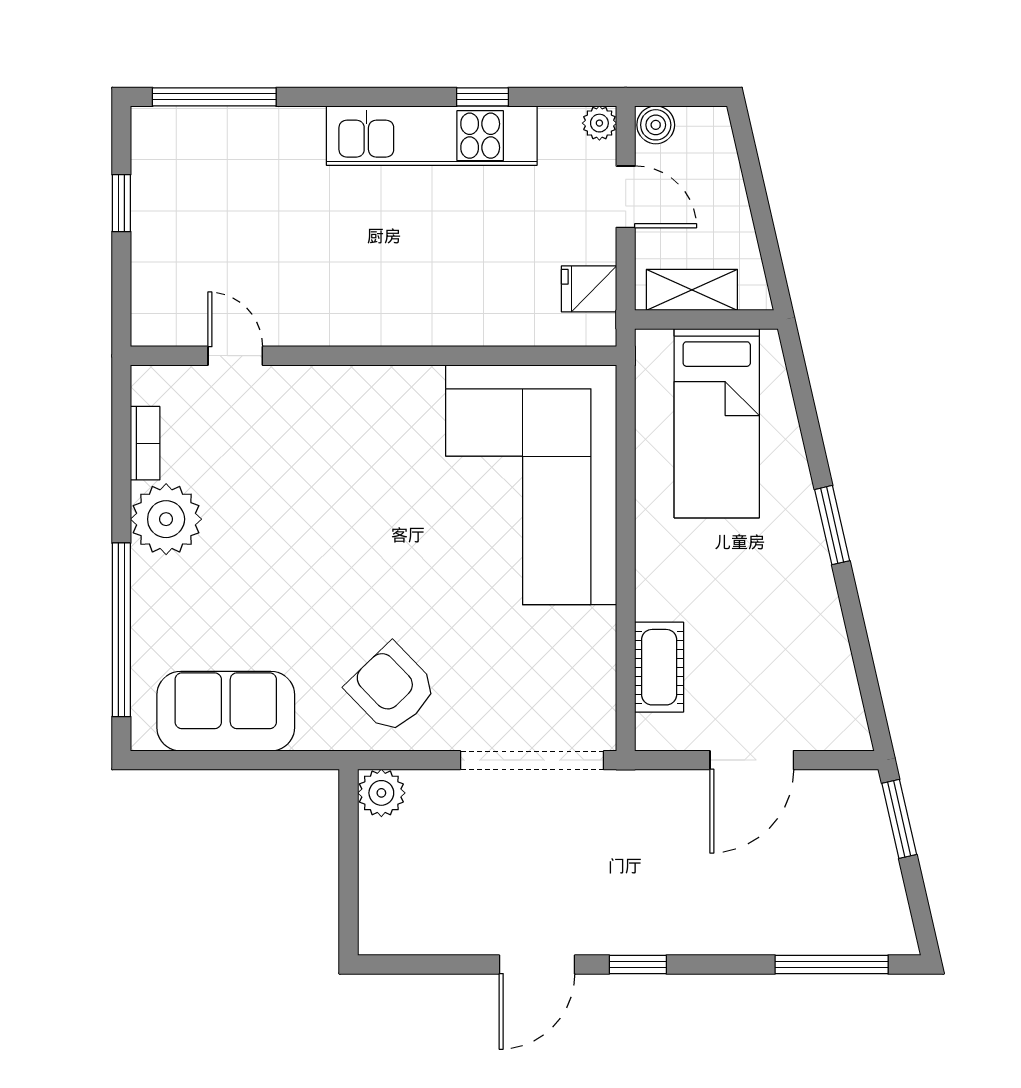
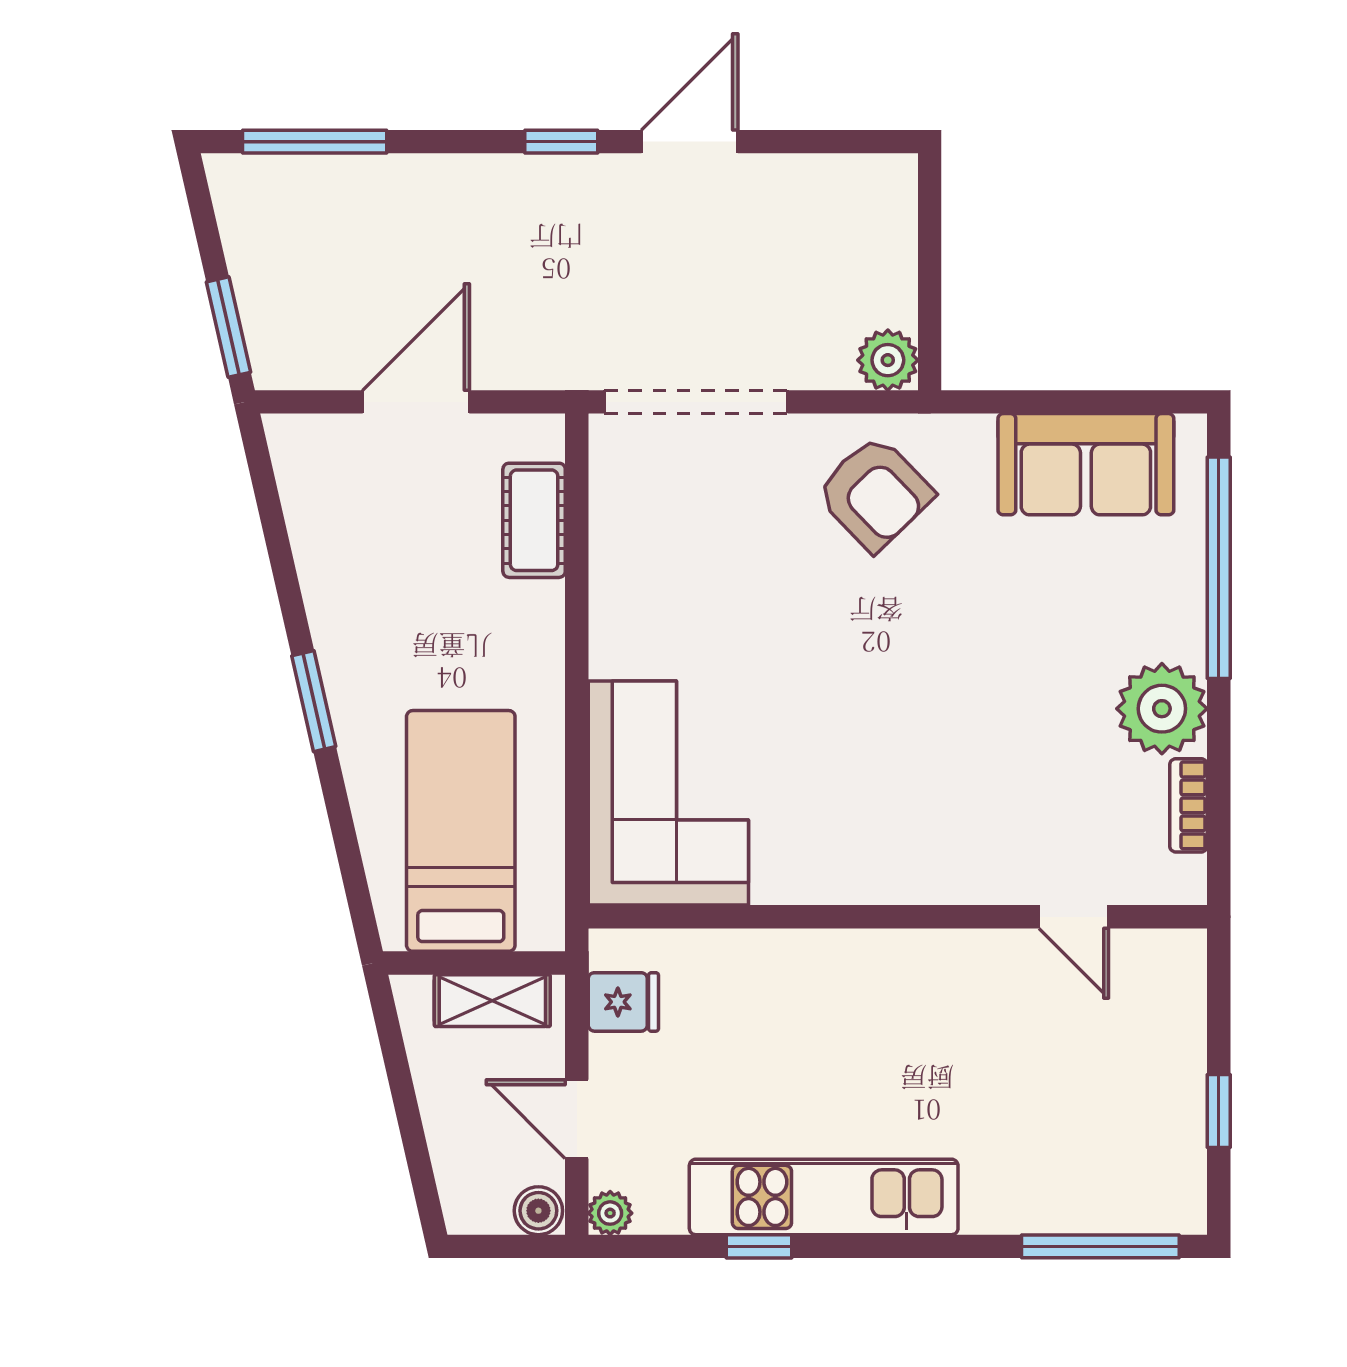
corner sofa: (531, 485) -> (668, 793), width x0.73, depth x0.74

